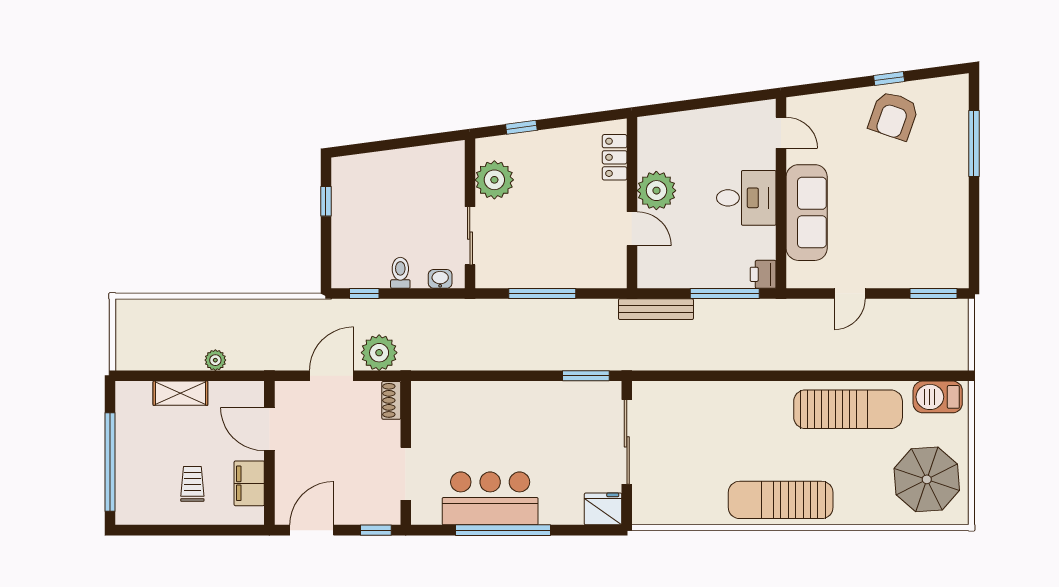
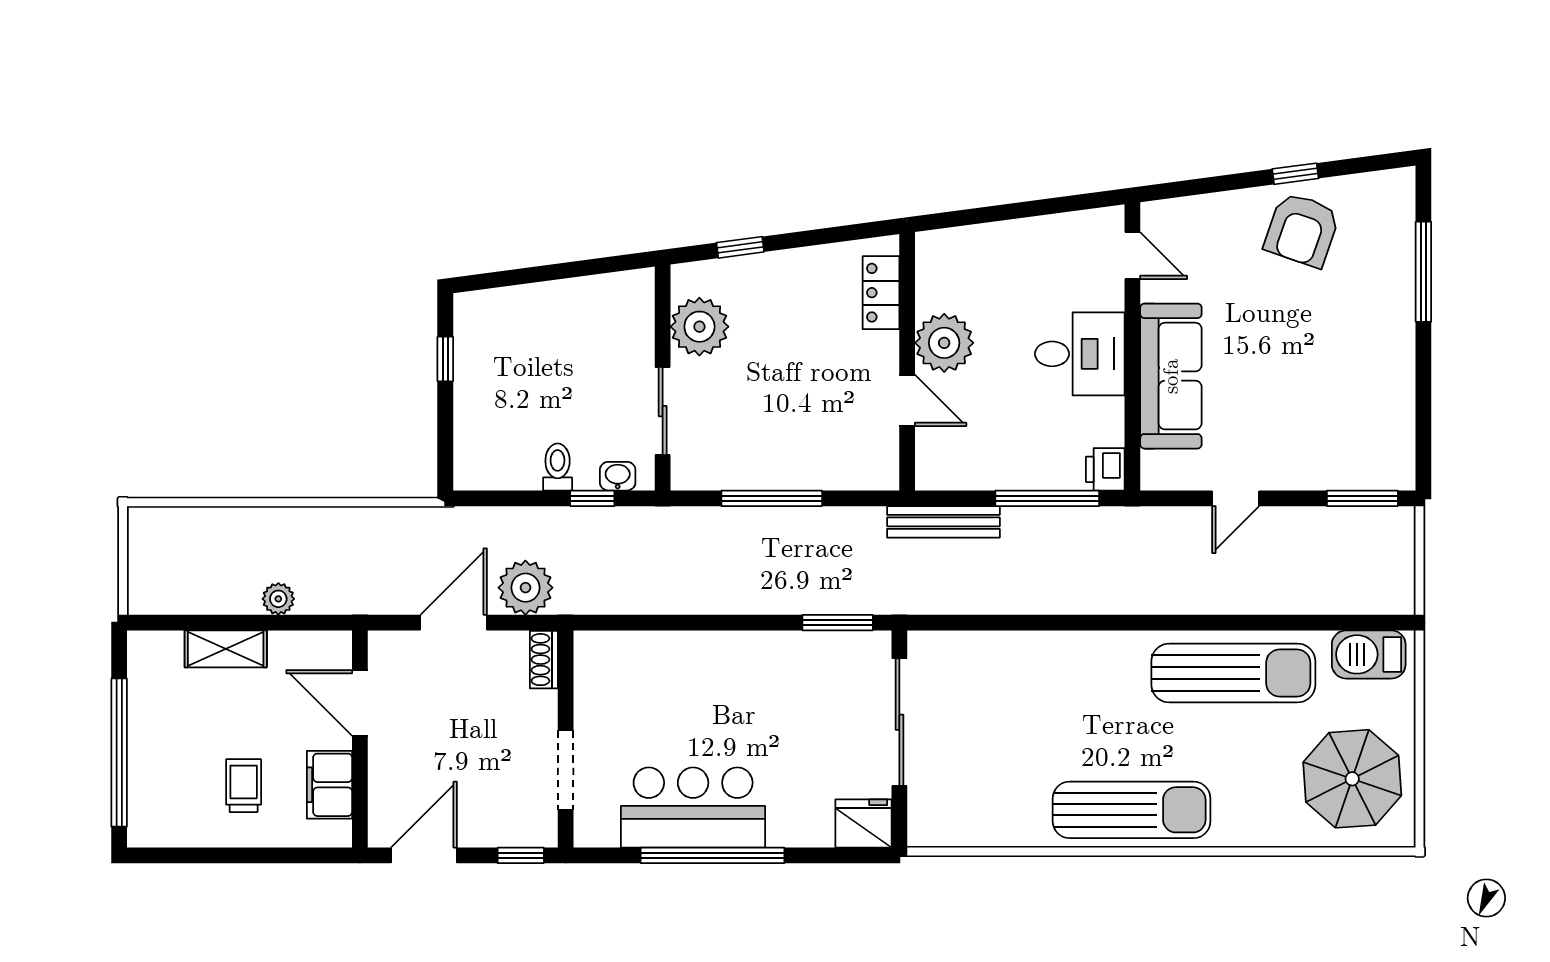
window: (364, 294) -> (592, 498), moved
sun lounger: (781, 500) -> (1132, 810), turned 180

